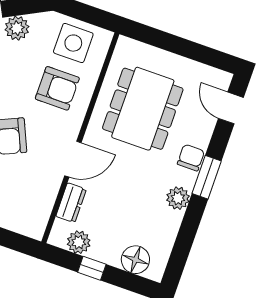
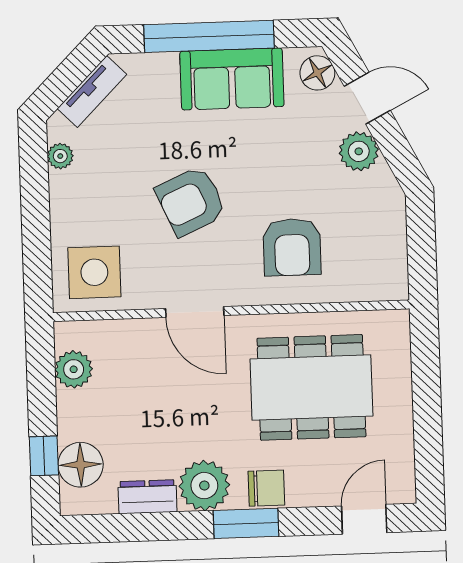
side table: (73, 43) -> (94, 272), moved
plant: (178, 198) -> (204, 486), width x1.36, depth x1.36
dresser: (71, 203) -> (147, 497), moved, turned 180
window: (92, 268) -> (44, 456), moved

